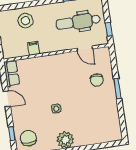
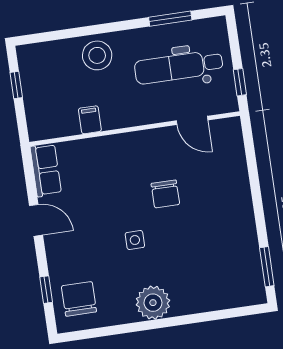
stool: (25, 21) -> (97, 55), moved
chair: (97, 80) -> (165, 194), moved
window: (117, 89) -> (267, 267), moved

